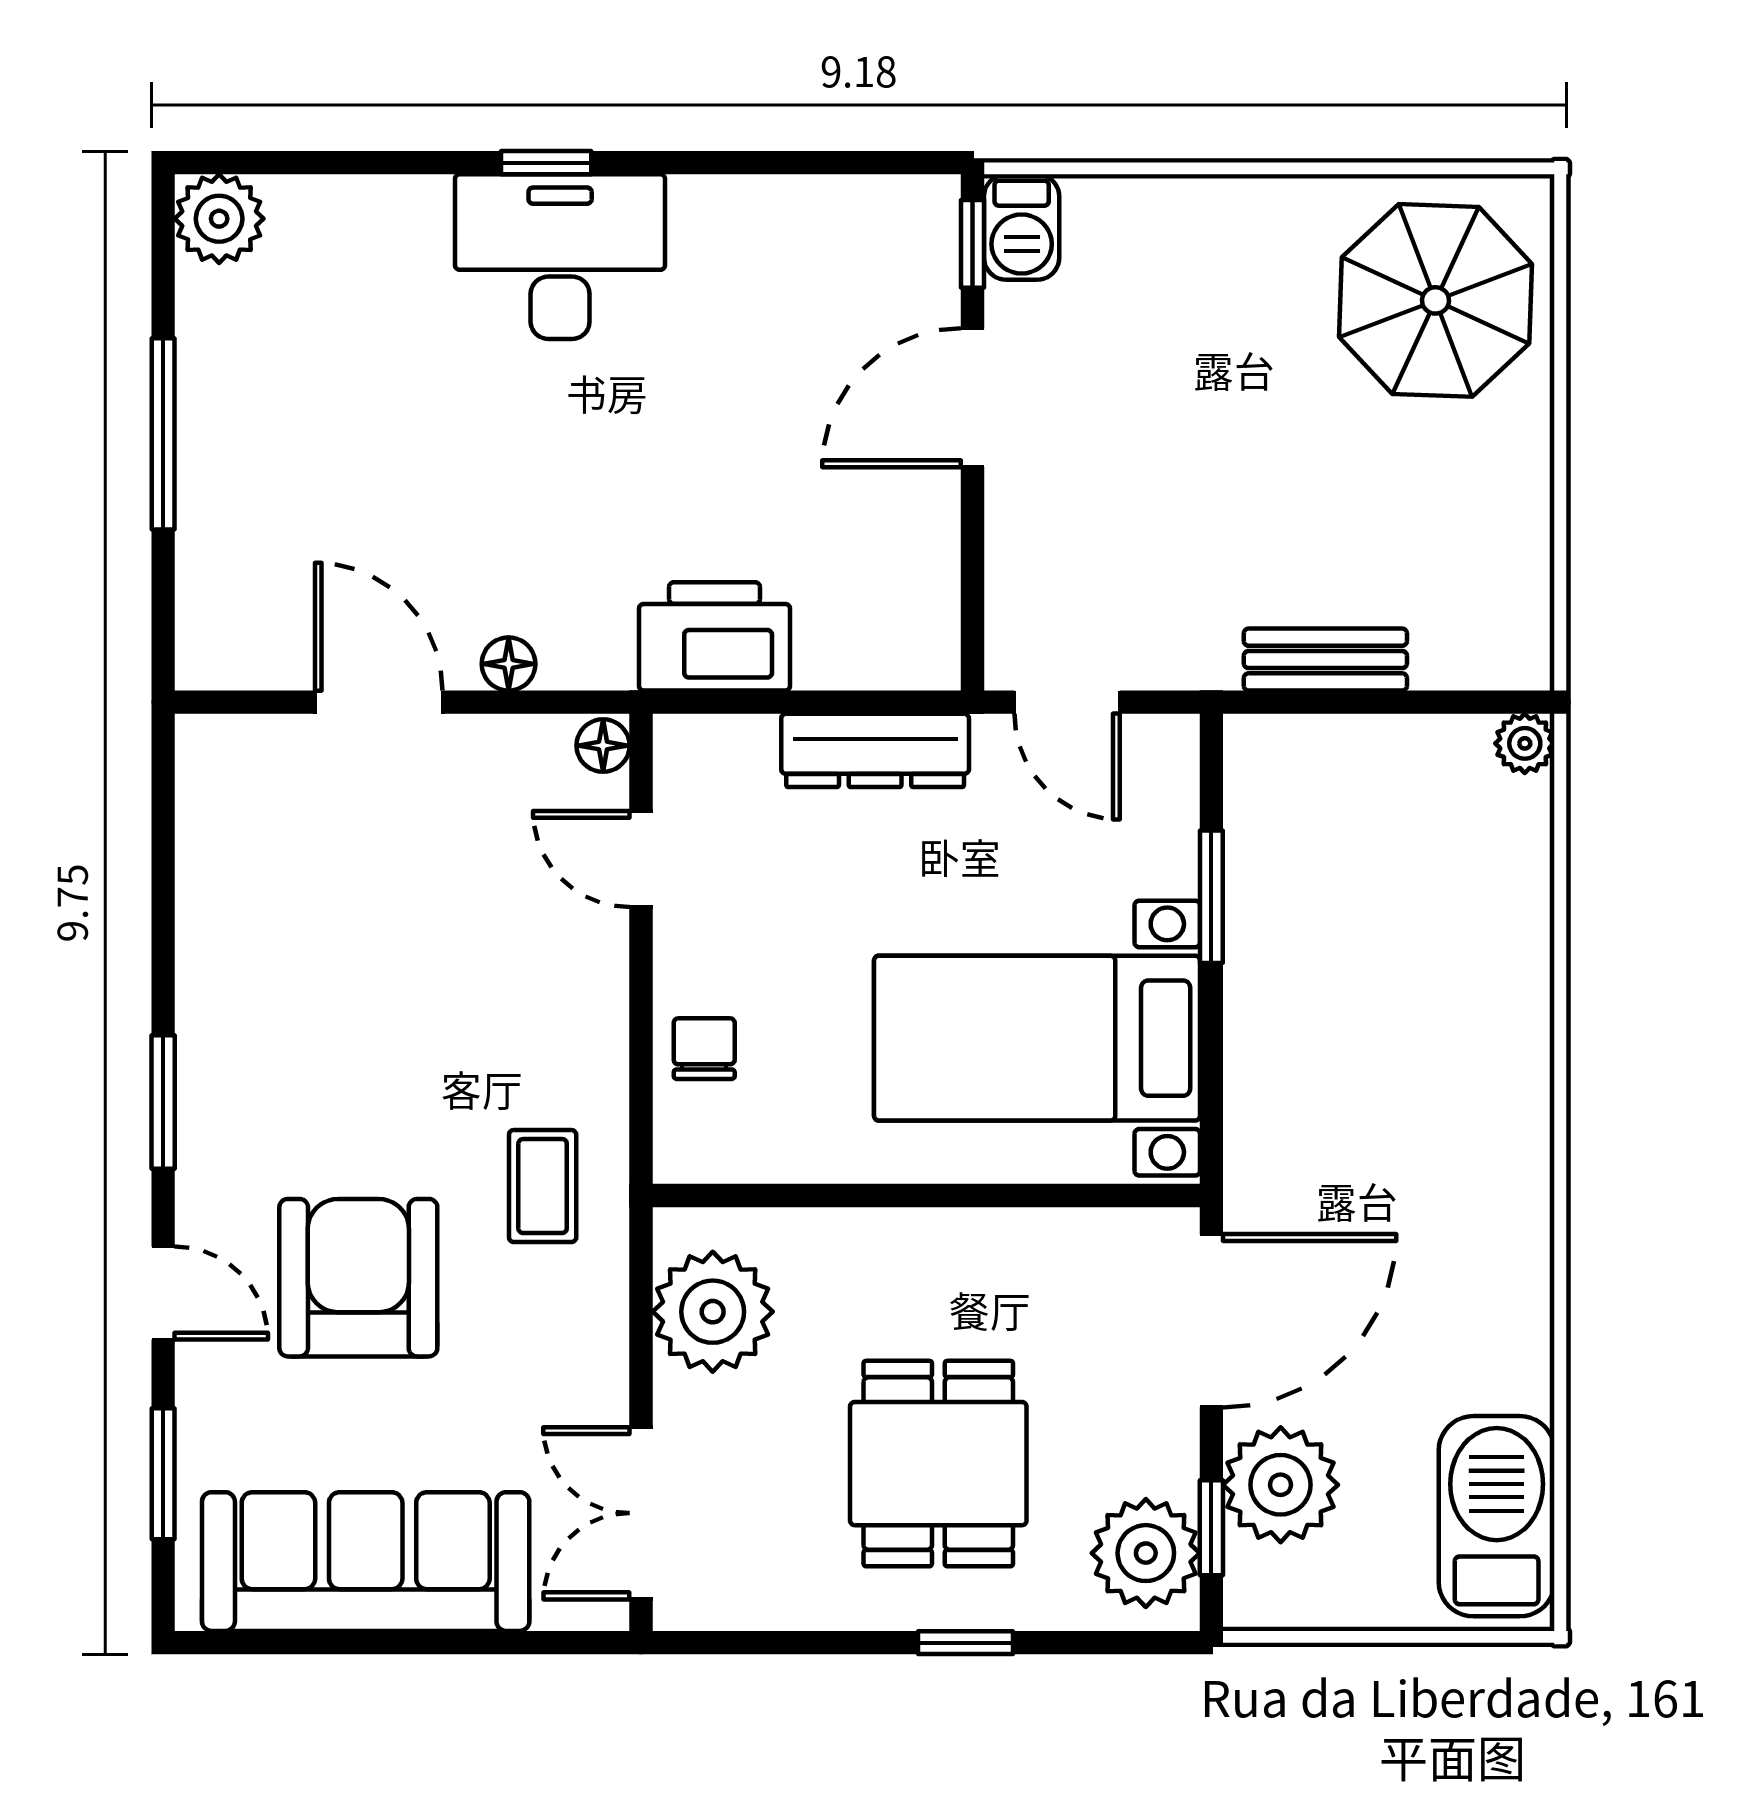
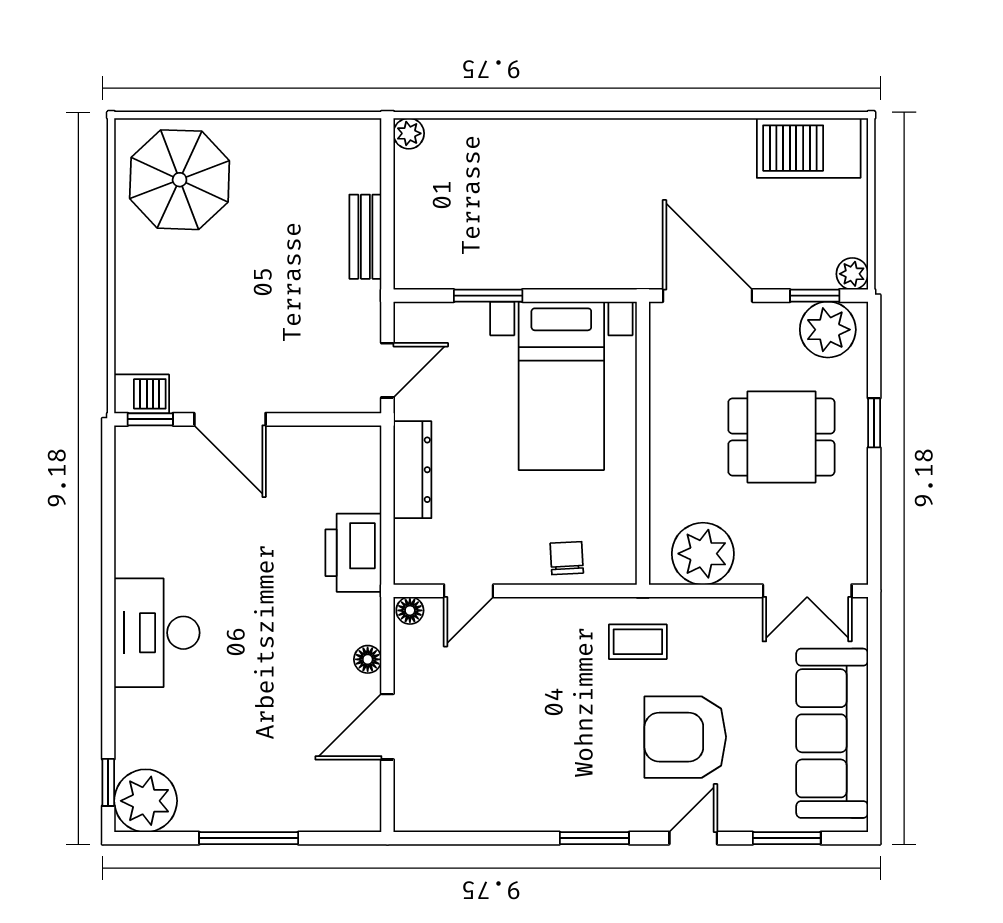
window: (546, 163) -> (108, 782), moved
plant: (219, 219) -> (146, 801), width x1.36, depth x1.36
chair: (704, 1049) -> (567, 558), turned 87
plant: (1281, 1485) -> (852, 274), moved, width x0.53, depth x0.53

